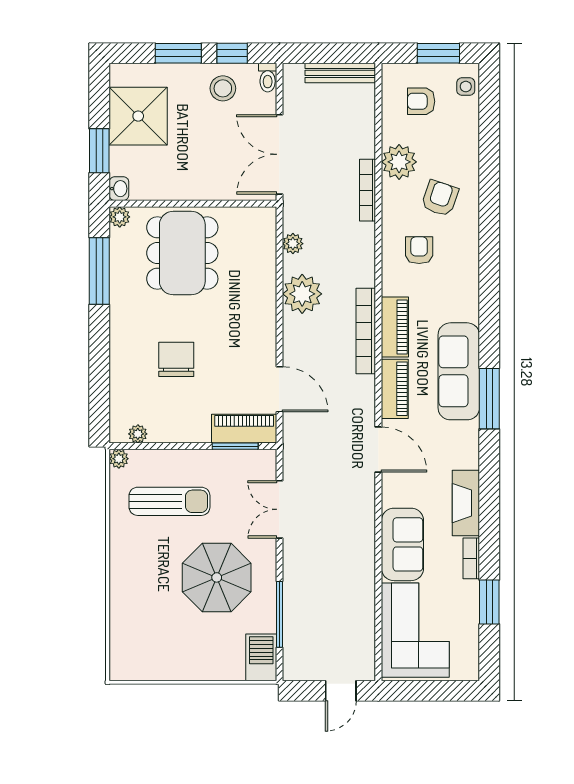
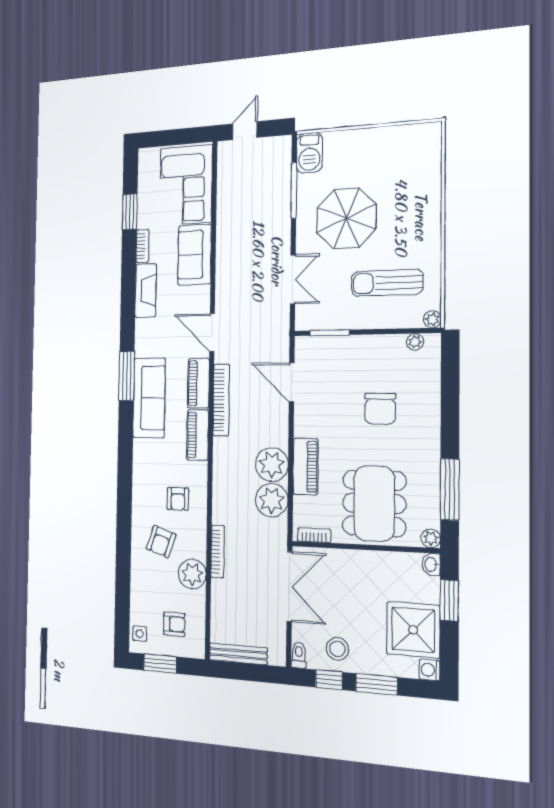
washing machine: (120, 74) -> (429, 670), added
bookcase: (251, 214) -> (314, 535), added
plant: (293, 244) -> (272, 500), width x1.87, depth x1.87
bookcase: (366, 331) -> (221, 400), moved
piano: (244, 429) -> (305, 466), moved, turned -90

